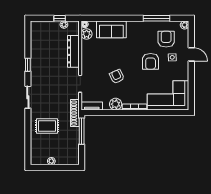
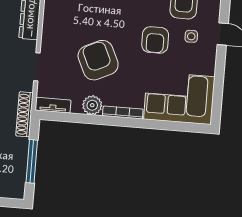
armchair: (117, 76) -> (98, 60), width x1.88, depth x1.88
window: (82, 131) -> (32, 161), moved

